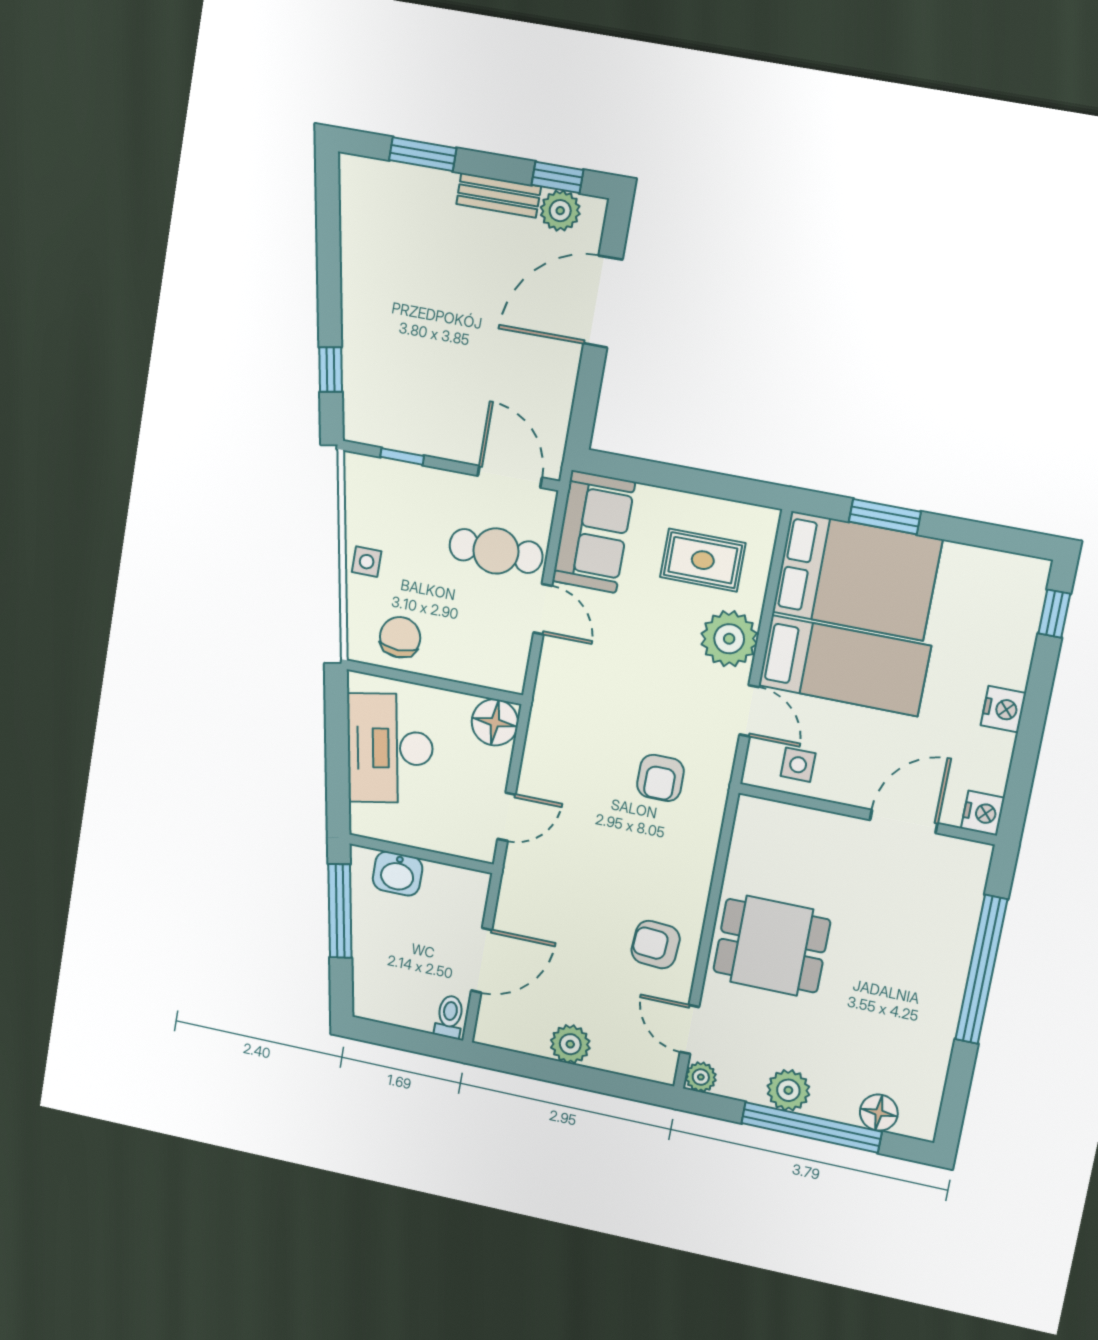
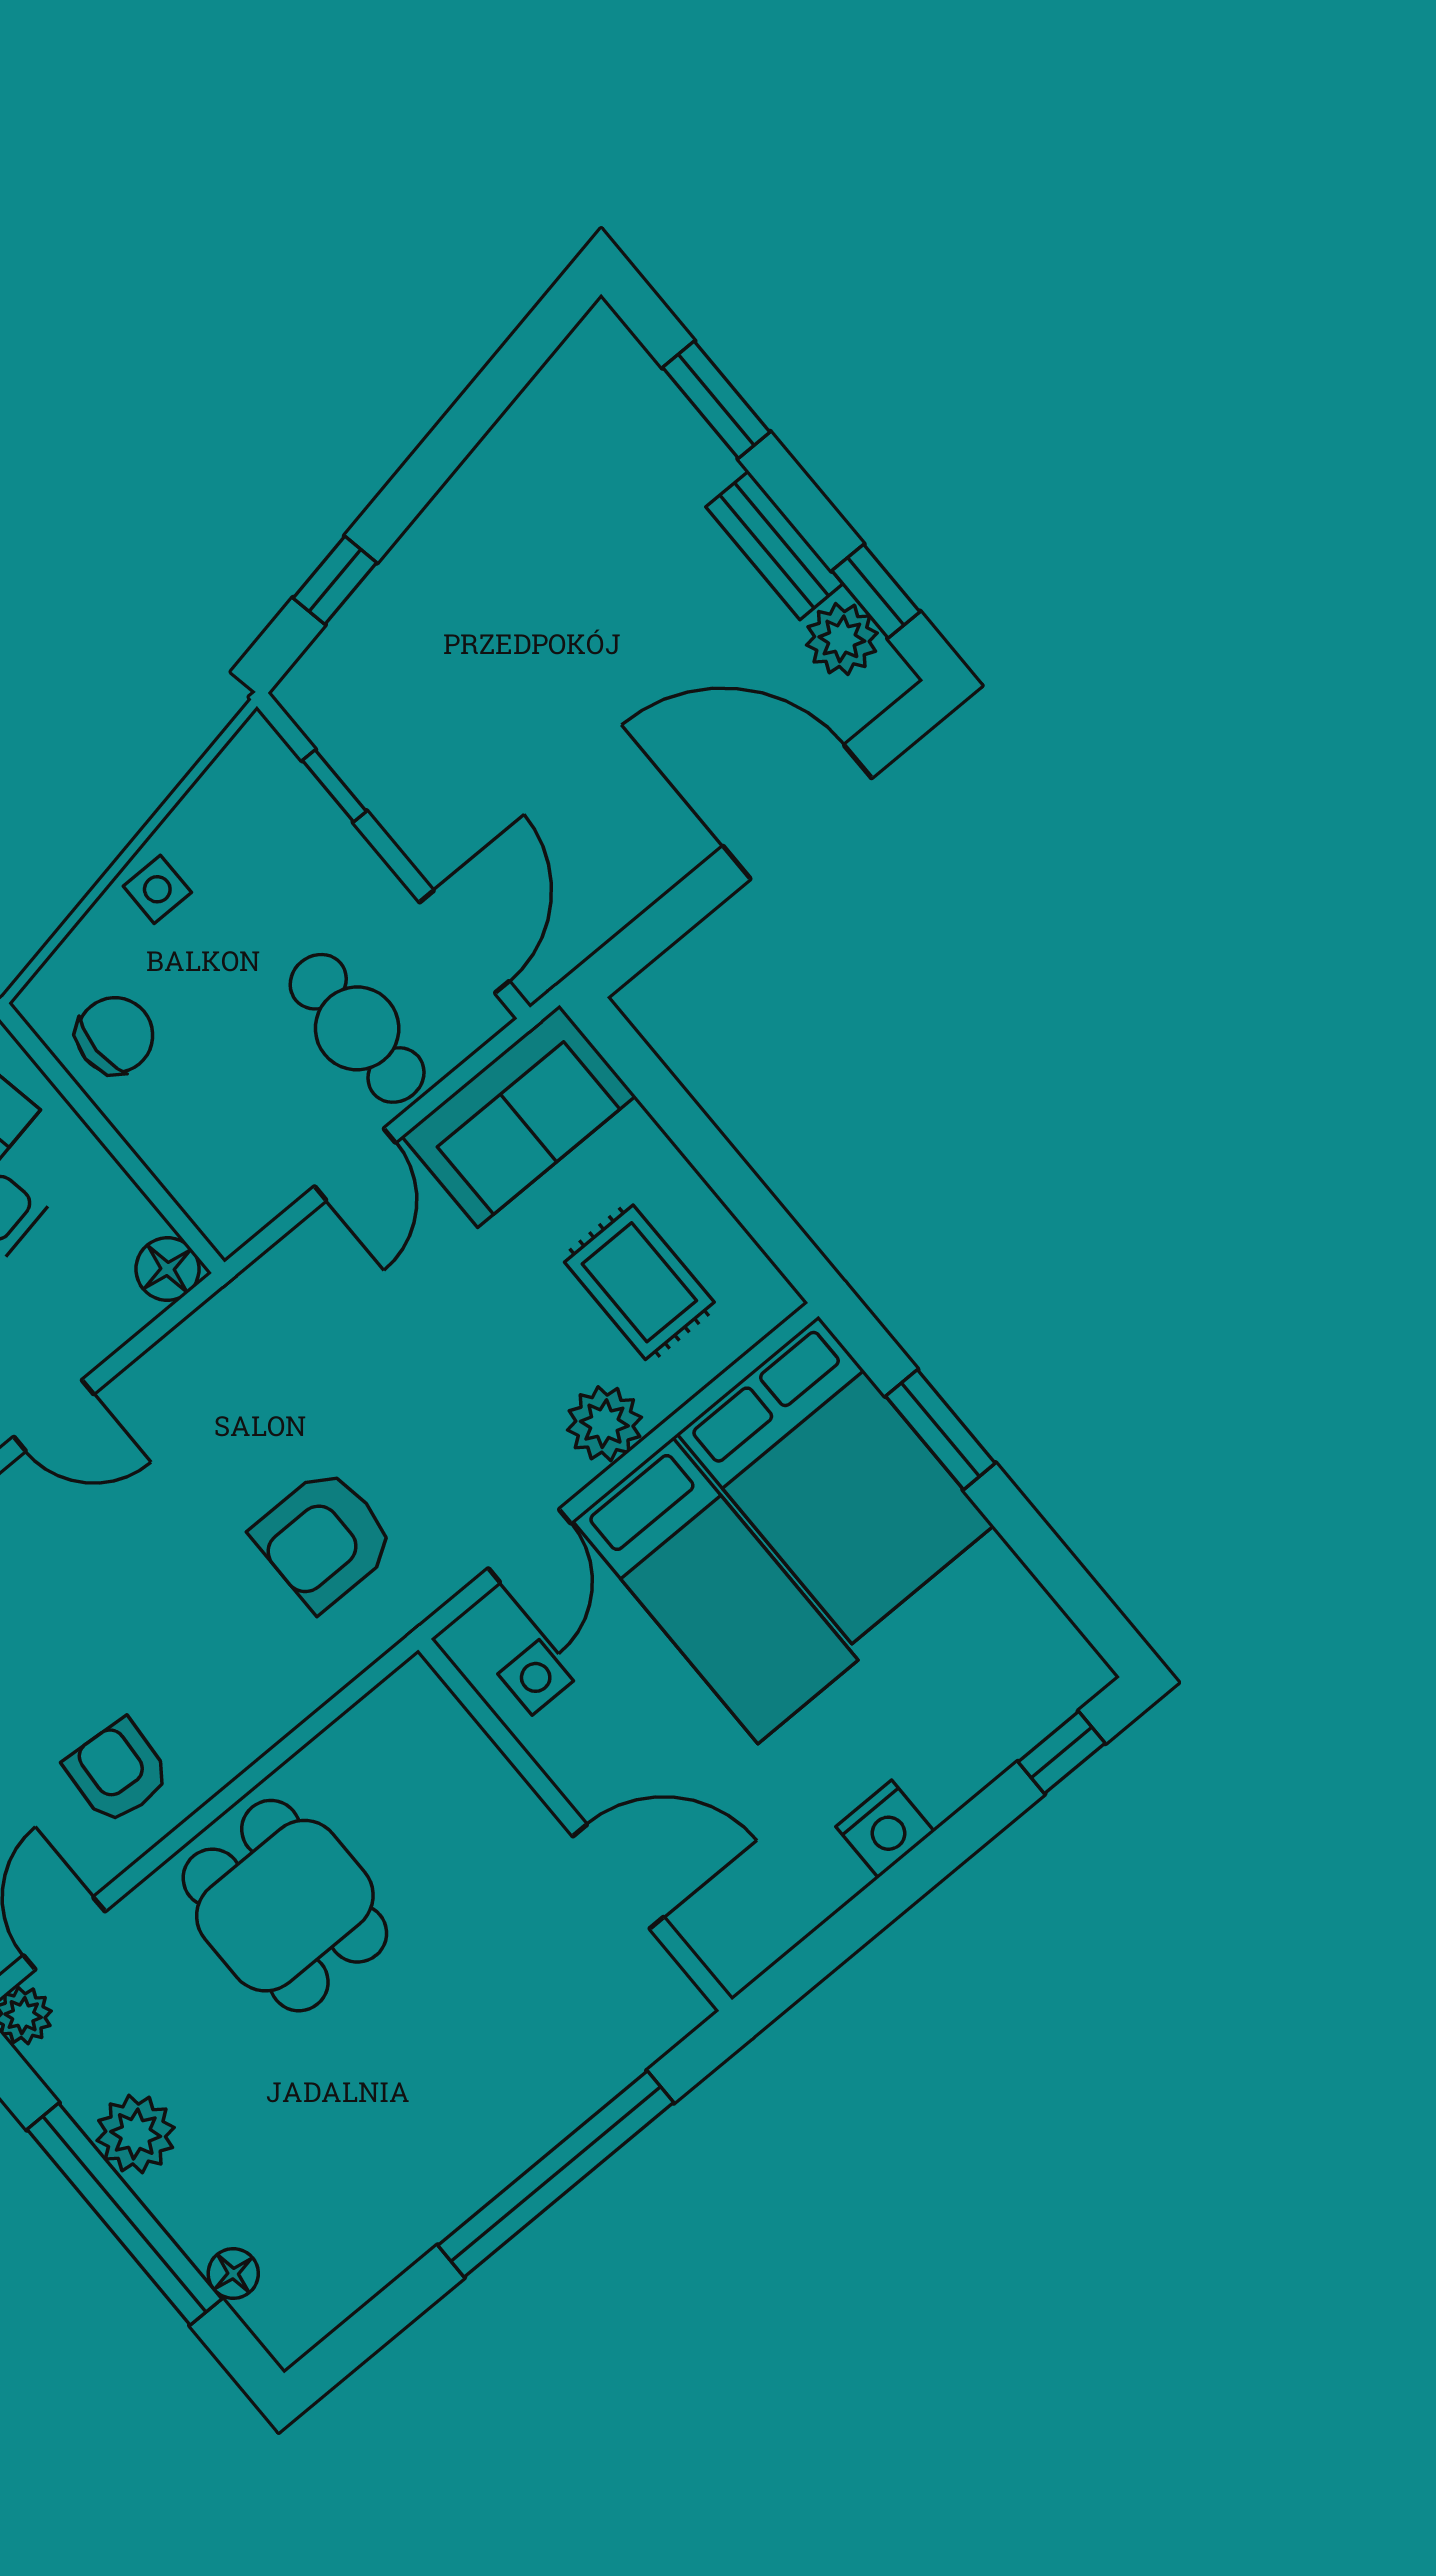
plant: (729, 639) -> (604, 1424), width x0.73, depth x0.73
floor lamp: (495, 722) -> (167, 1269), width x0.73, depth x0.73
armchair: (660, 778) -> (324, 1539), width x1.38, depth x1.38
nightstand: (983, 813) -> (738, 1953), removed
floor lamp: (879, 1113) -> (233, 2274), width x0.73, depth x0.73

